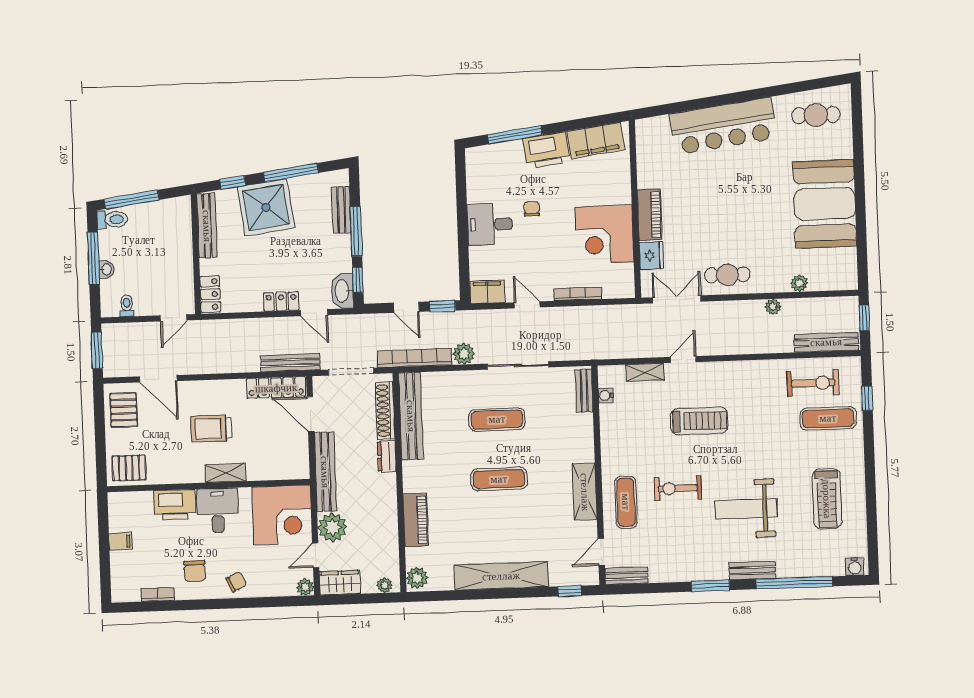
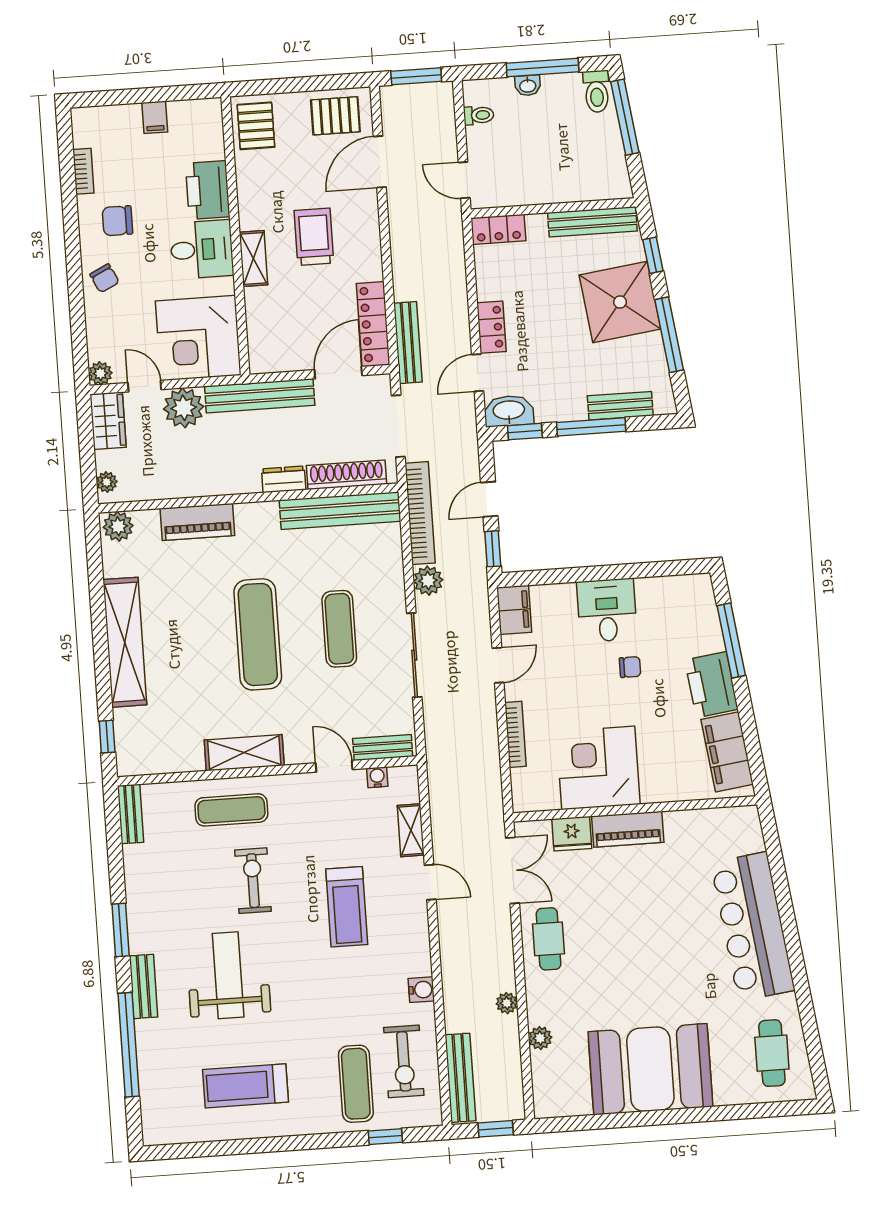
exercise mat: (499, 479) -> (258, 634), width x1.36, depth x1.45
door: (601, 552) -> (334, 766), moved
water cooler: (855, 567) -> (421, 990), moved, turned 180

